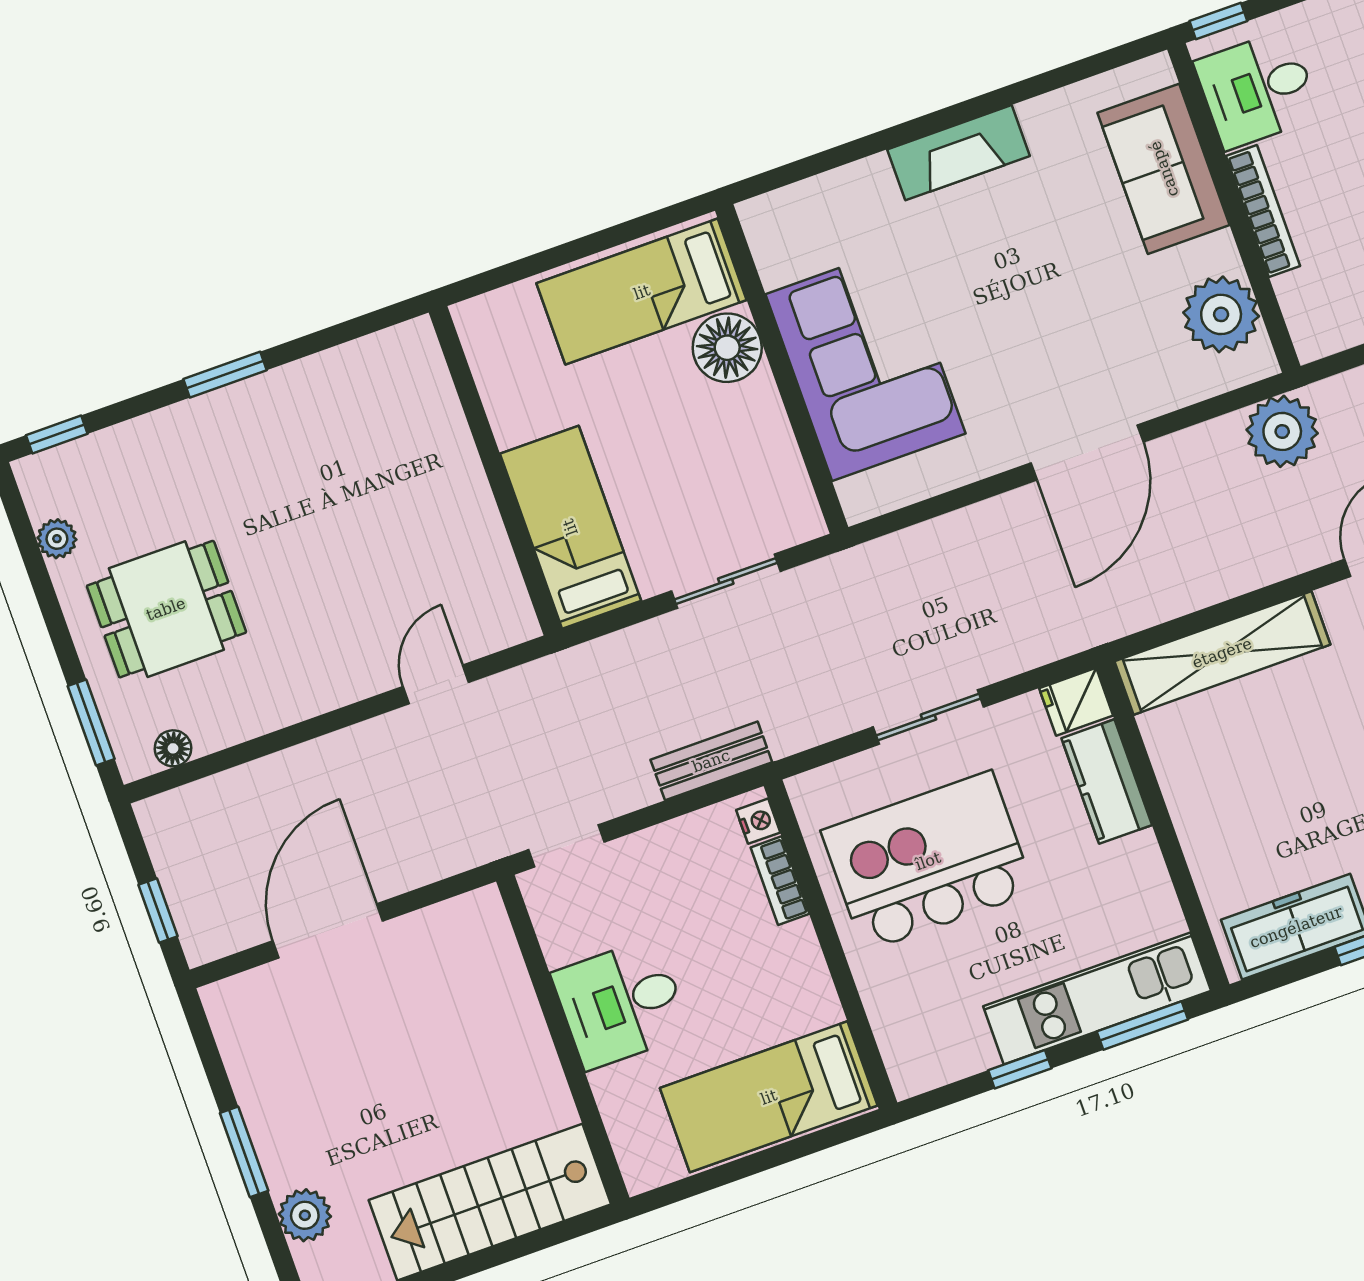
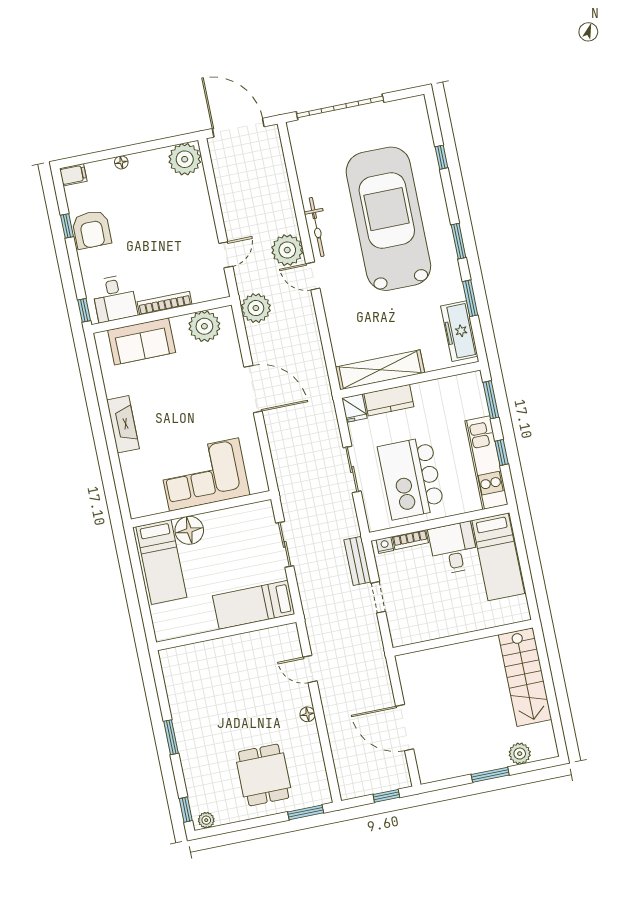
plant: (57, 539) -> (206, 820), moved
shelving: (1222, 653) -> (380, 370), moved, turned 90
floor lamp: (173, 748) -> (307, 714), moved
doorway: (566, 846) -> (378, 597), moved
kitchen unit: (1097, 998) -> (486, 463), moved
desk: (621, 1003) -> (453, 548), moved, turned 180

